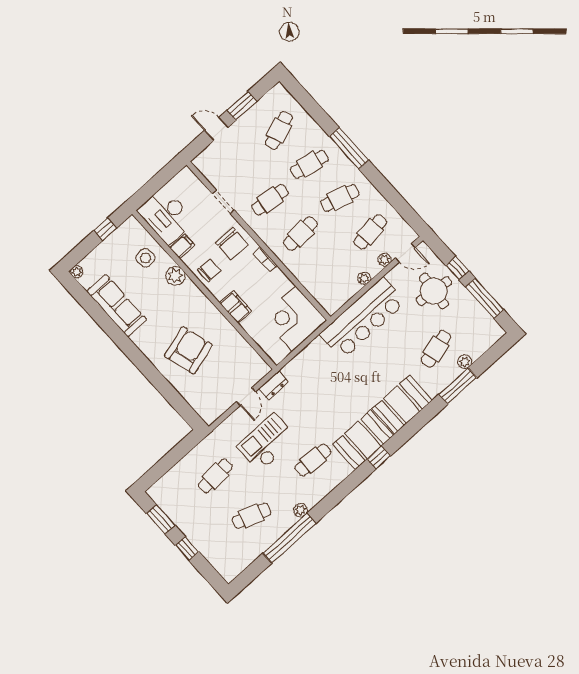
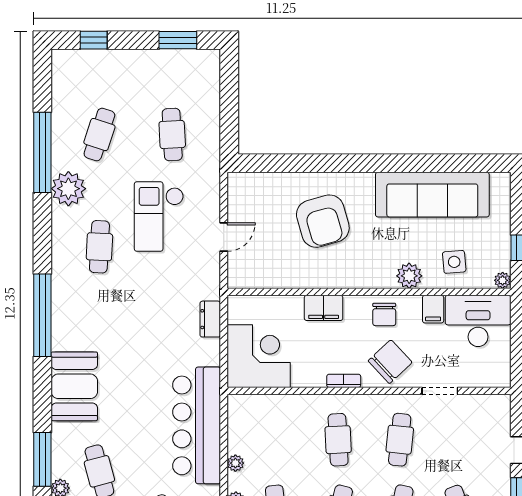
chair: (232, 244) -> (390, 362), turned 137
plant: (77, 272) -> (503, 280), moved
sofa: (117, 306) -> (432, 195), width x1.36, depth x1.27
dresser: (274, 385) -> (210, 319), moved
door: (246, 397) -> (224, 237), swing flipped
booth: (363, 440) -> (74, 315), removed
checkout: (267, 442) -> (159, 216), turned 180
window: (379, 457) -> (42, 315), width x3.17
plant: (300, 510) -> (68, 189), width x1.87, depth x1.87
window: (187, 549) -> (94, 40), moved

